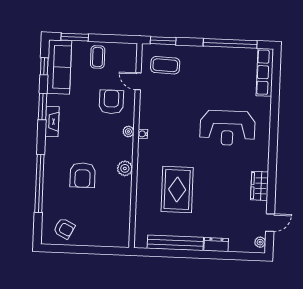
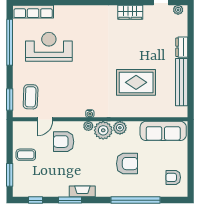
sofa: (59, 67) -> (163, 131), moved, turned 180
reception desk: (227, 128) -> (49, 47), moved, turned -90
plant: (123, 149) -> (103, 130), added
armchair: (64, 228) -> (173, 177), turned -117

